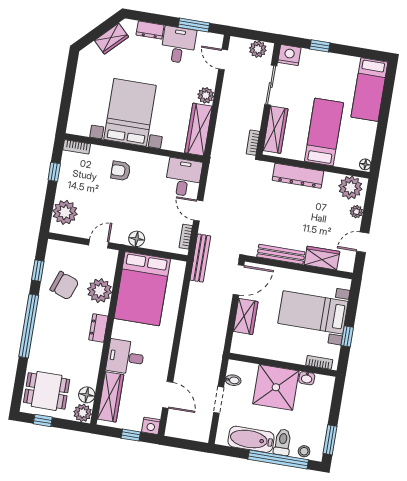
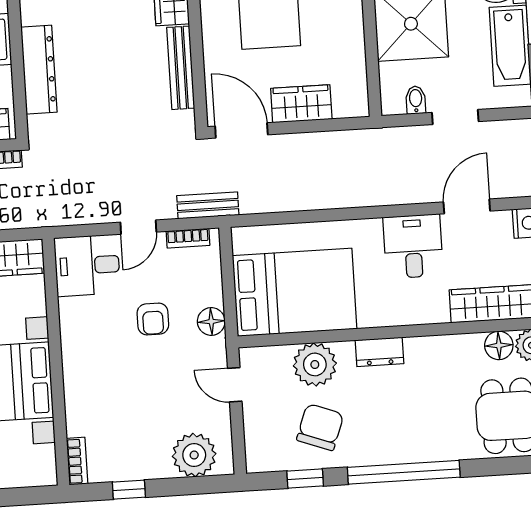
armchair: (121, 171) -> (153, 319), moved
bench: (200, 258) -> (208, 205), width x0.73
desk: (125, 357) -> (413, 246), moved, turned 180

